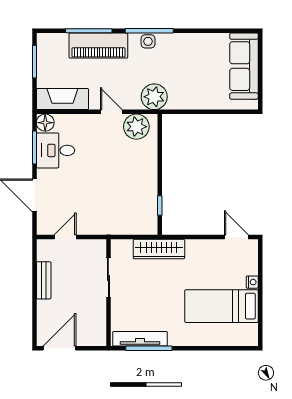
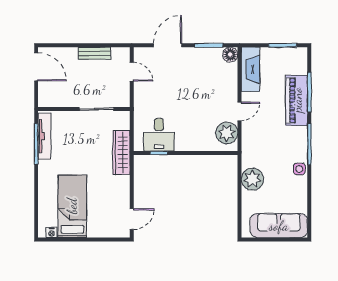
side table: (148, 41) -> (299, 169), moved
plant: (154, 97) -> (252, 179), moved
desk: (56, 150) -> (159, 135), moved, turned 180
nightstand: (252, 282) -> (52, 233), moved

